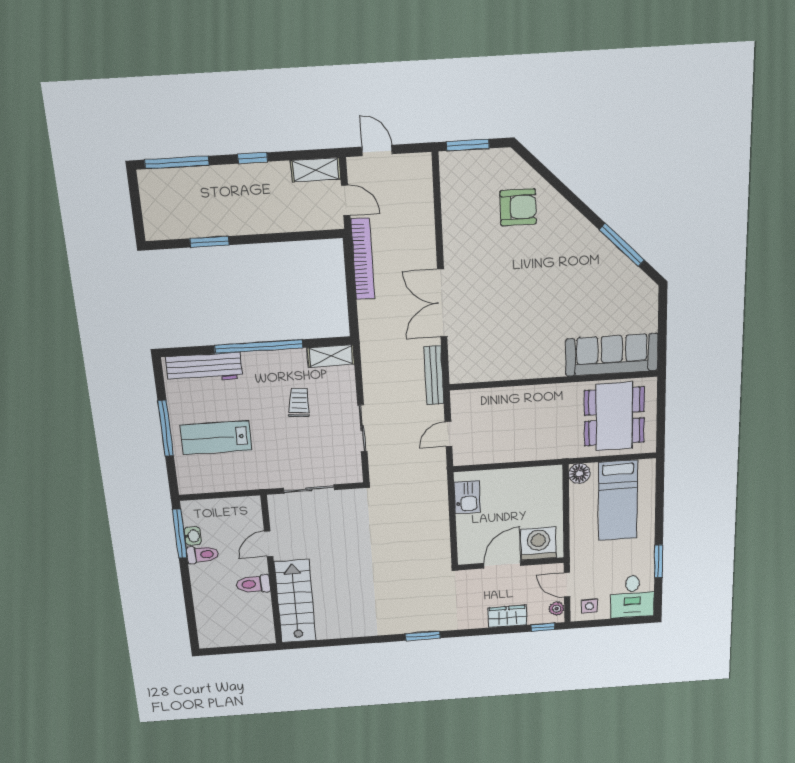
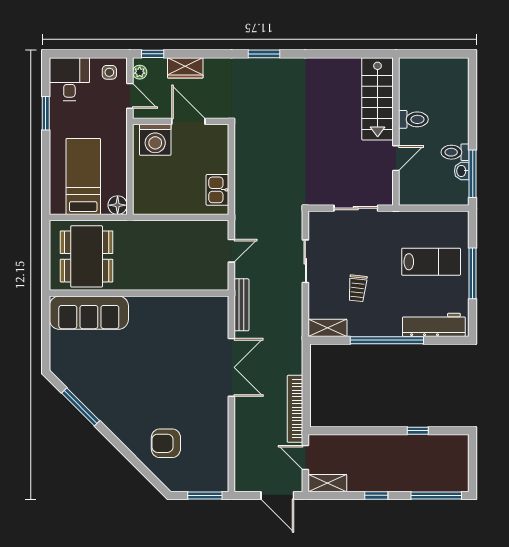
door: (377, 150) -> (277, 495), width x1.38
window: (209, 242) -> (418, 431), width x0.67
door: (502, 564) -> (188, 121), swing flipped

